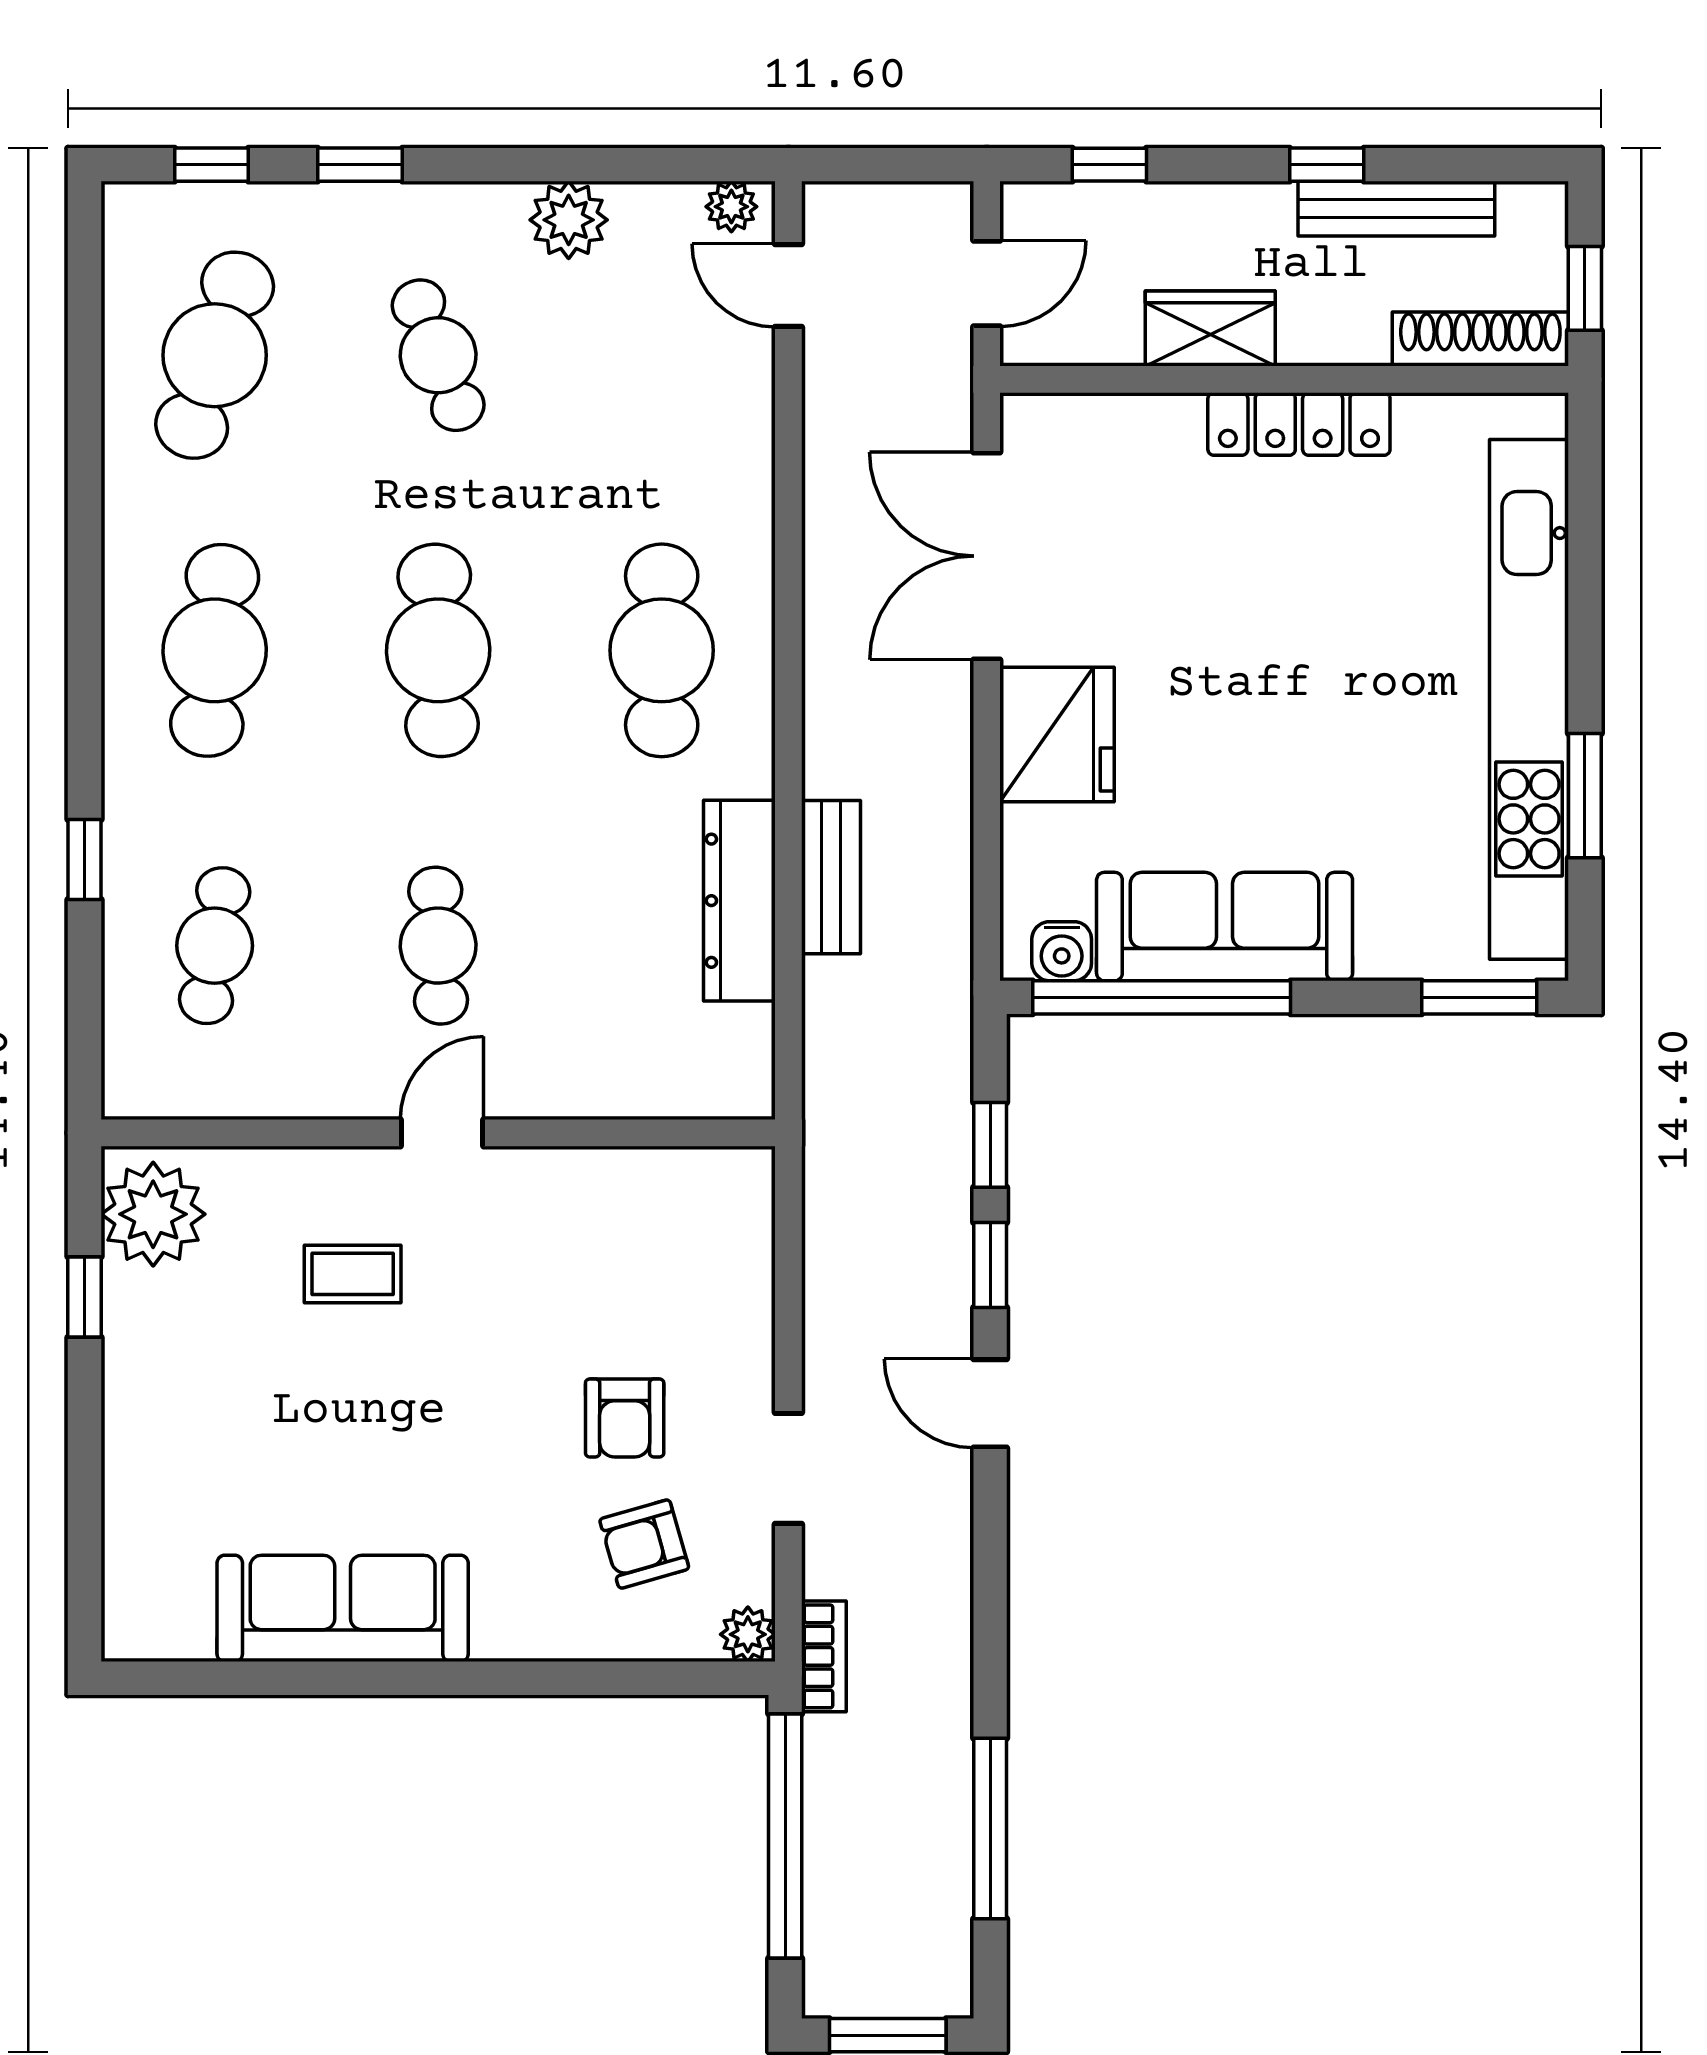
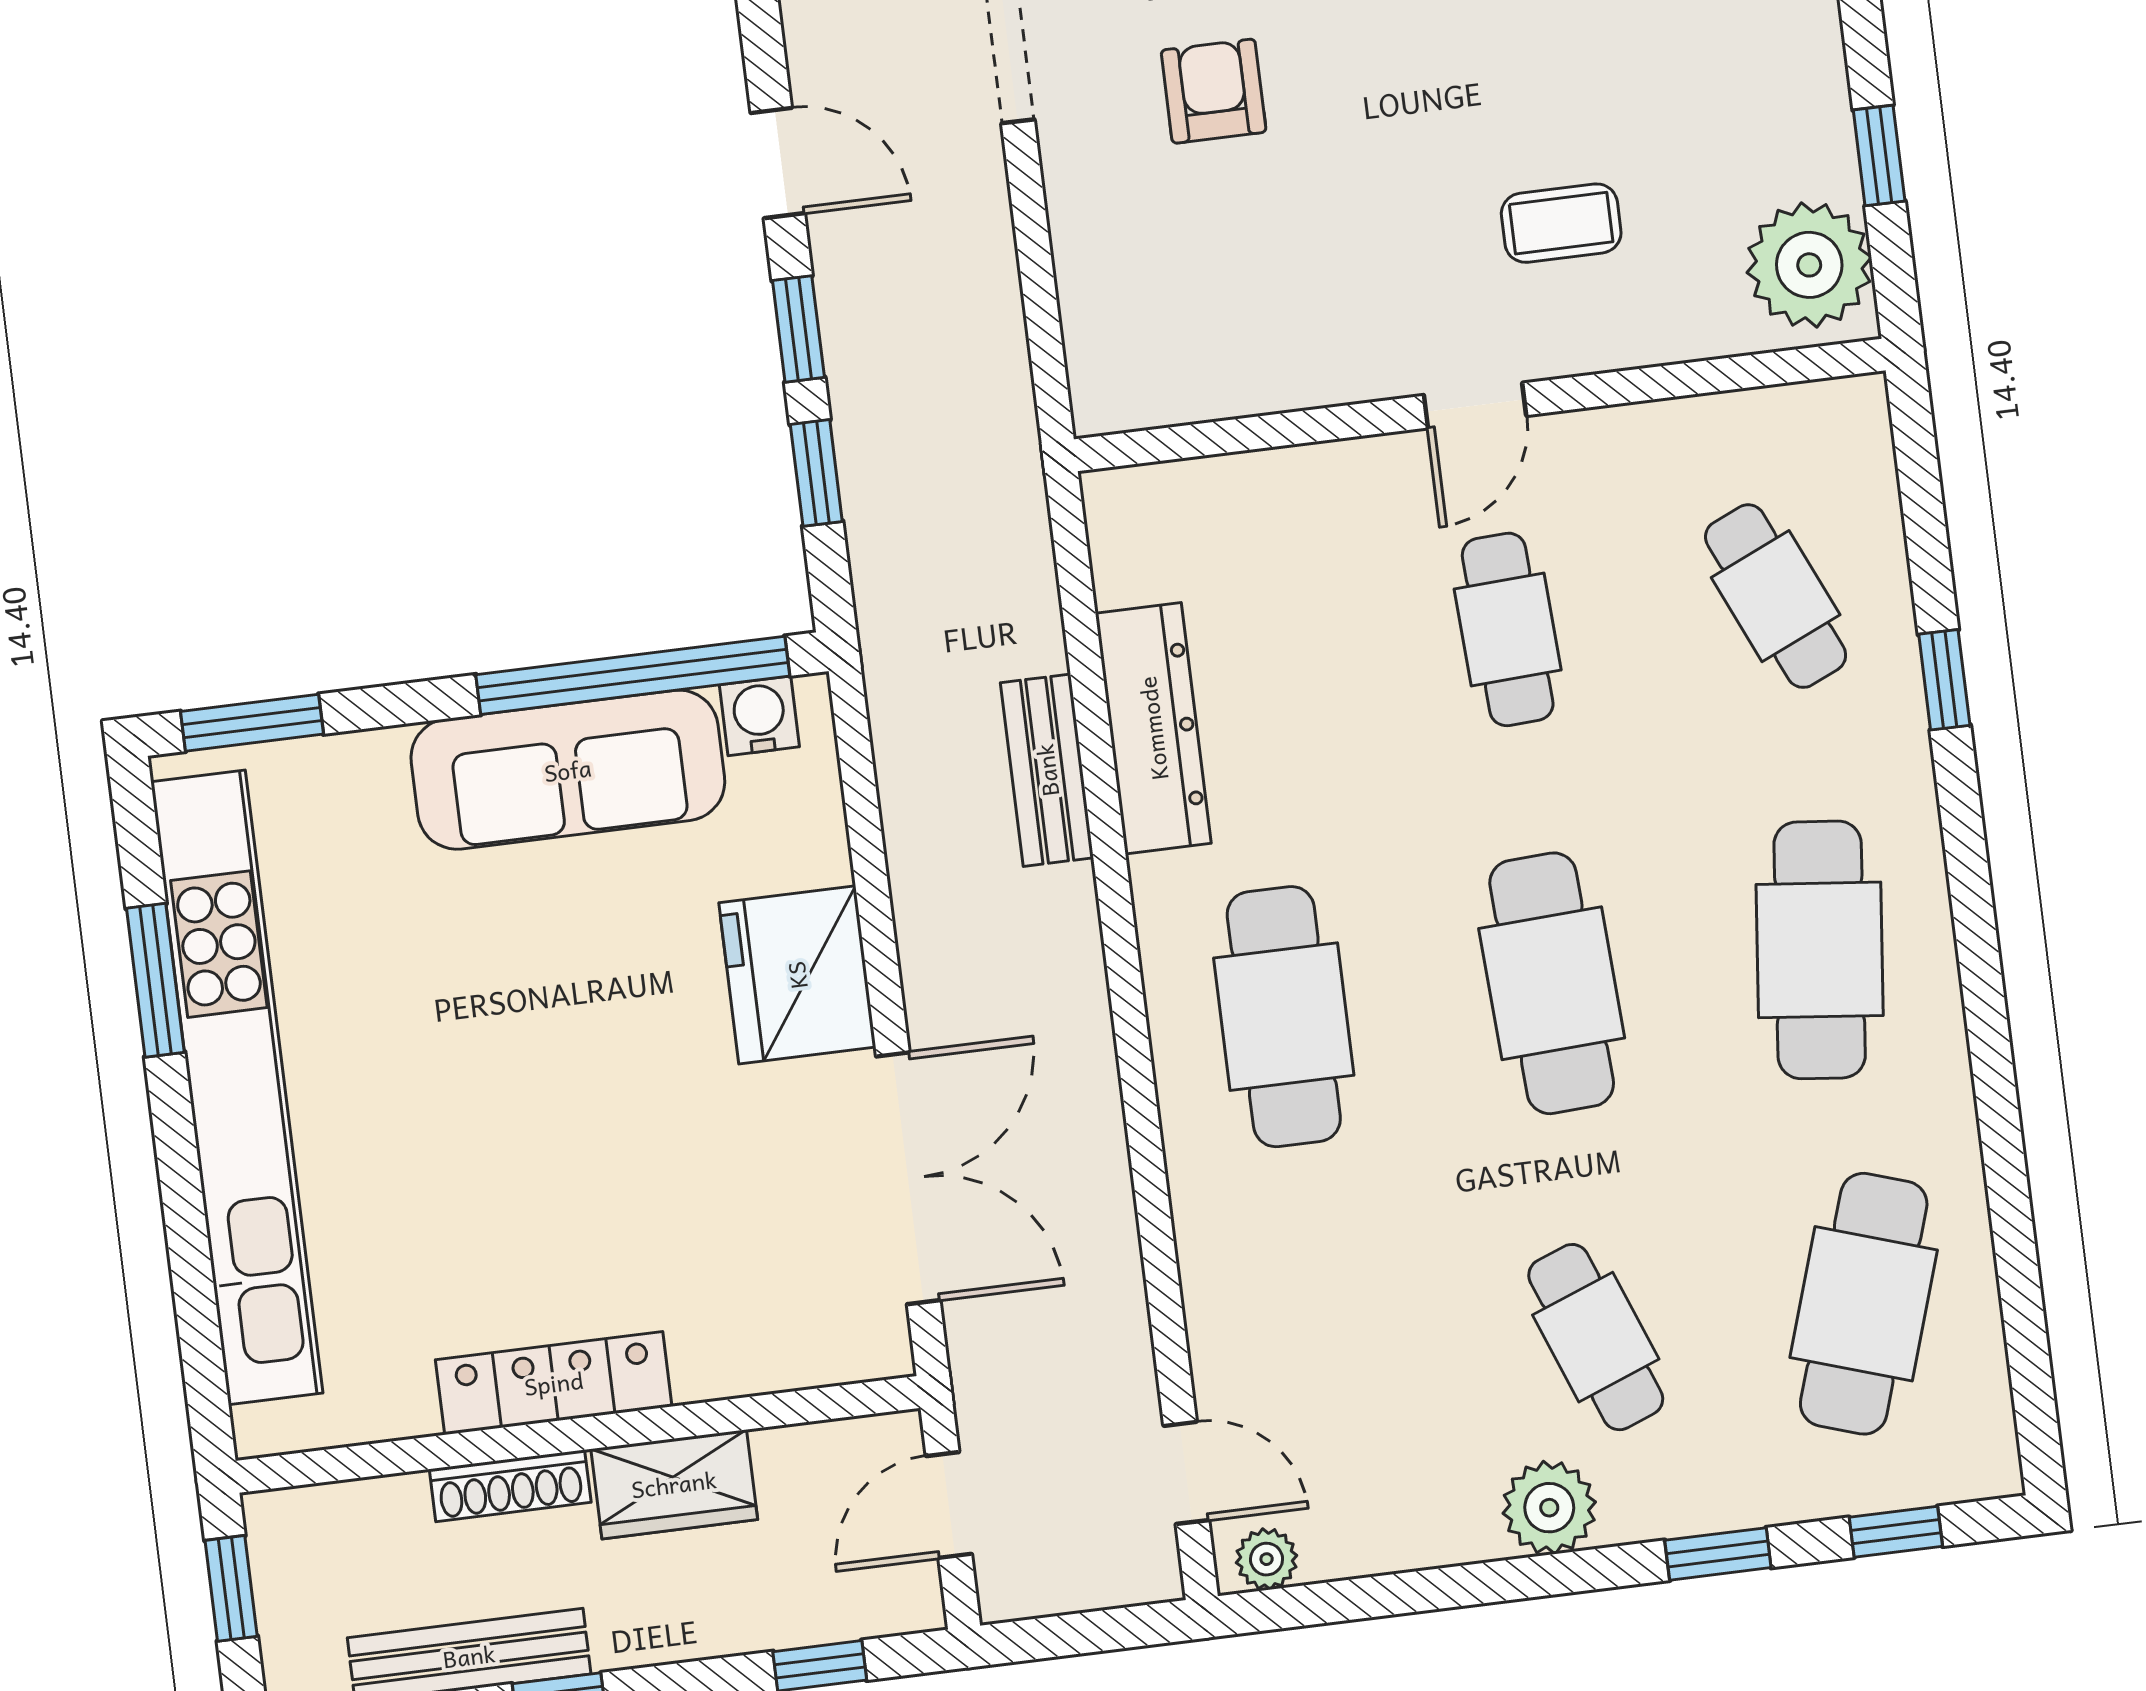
plant: (569, 220) -> (1549, 1508), moved
shoe rack: (1480, 339) -> (510, 1486), moved, width x0.74, depth x0.81
cafe table: (215, 946) -> (1776, 596), turned -33

